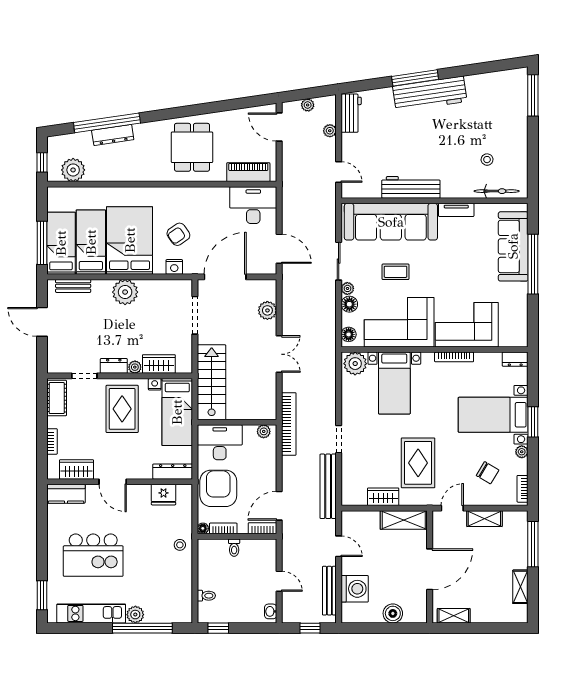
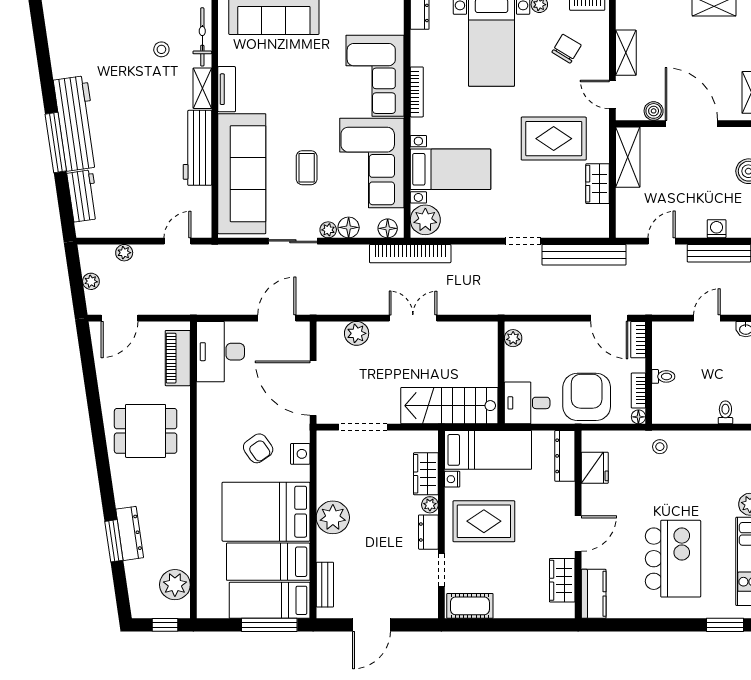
workbench: (351, 113) -> (83, 196), moved, turned 82
window: (107, 123) -> (114, 541), width x0.47
shelving: (457, 191) -> (202, 88), added
bookcase: (289, 424) -> (410, 254), moved, turned 180
bookcase: (52, 441) -> (526, 612), removed
desk: (220, 442) -> (527, 403), width x0.73
armchair: (218, 488) -> (587, 397), turned 90
boiler: (439, 540) -> (654, 111), added
washing machine: (355, 589) -> (717, 229), width x0.53, depth x0.53

